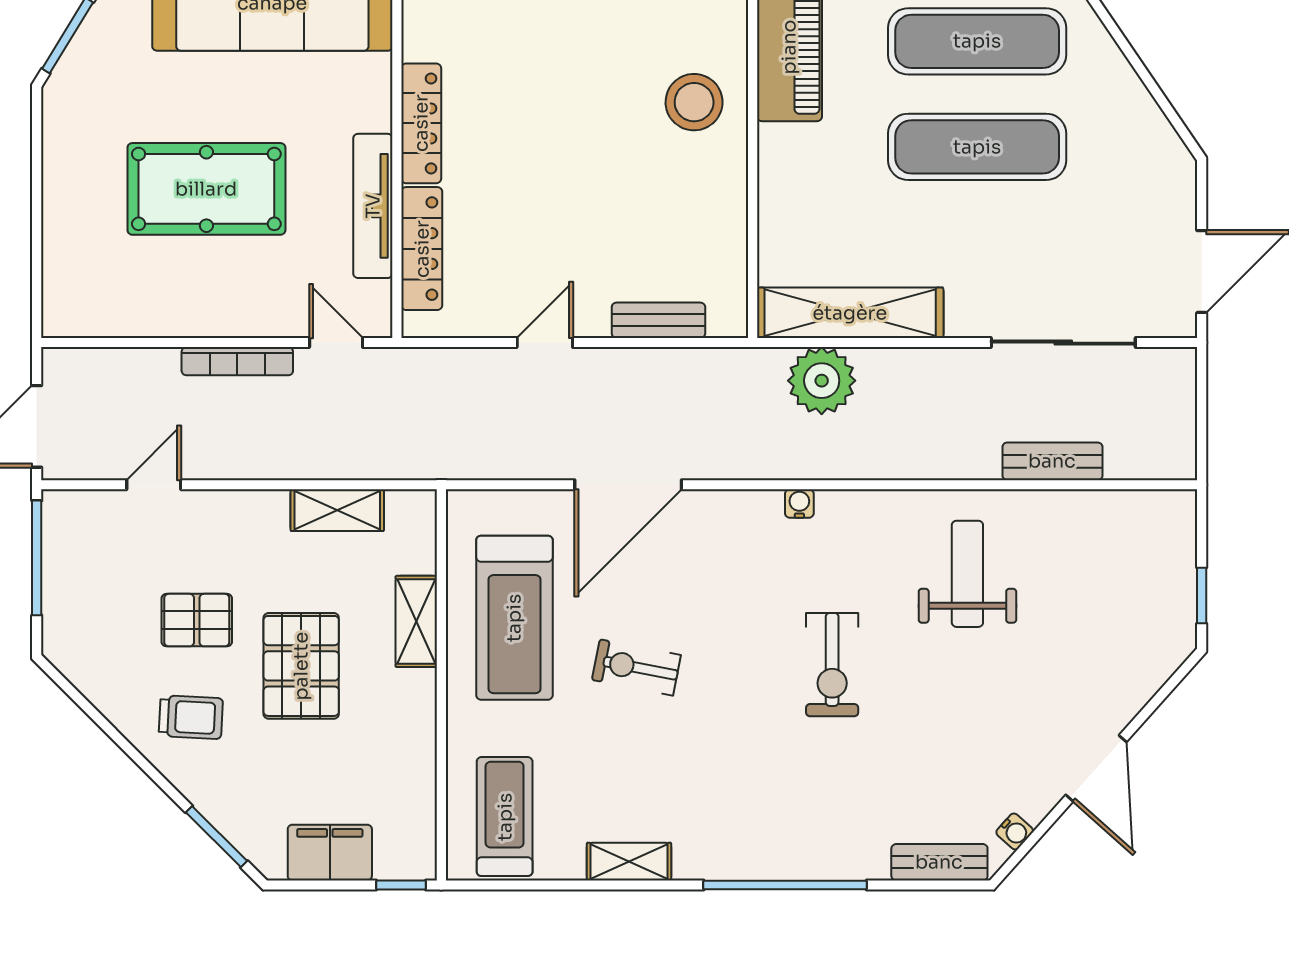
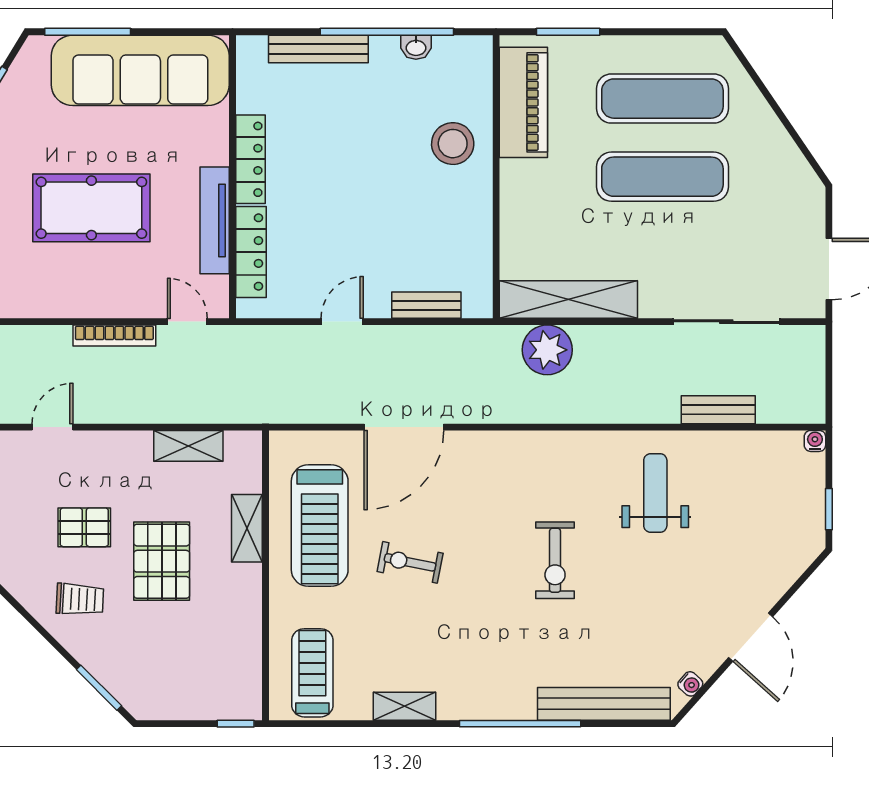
water cooler: (799, 504) -> (815, 441), moved
filing cabinet: (330, 853) -> (183, 700), removed
bench: (939, 862) -> (604, 704), width x1.86, depth x1.21

